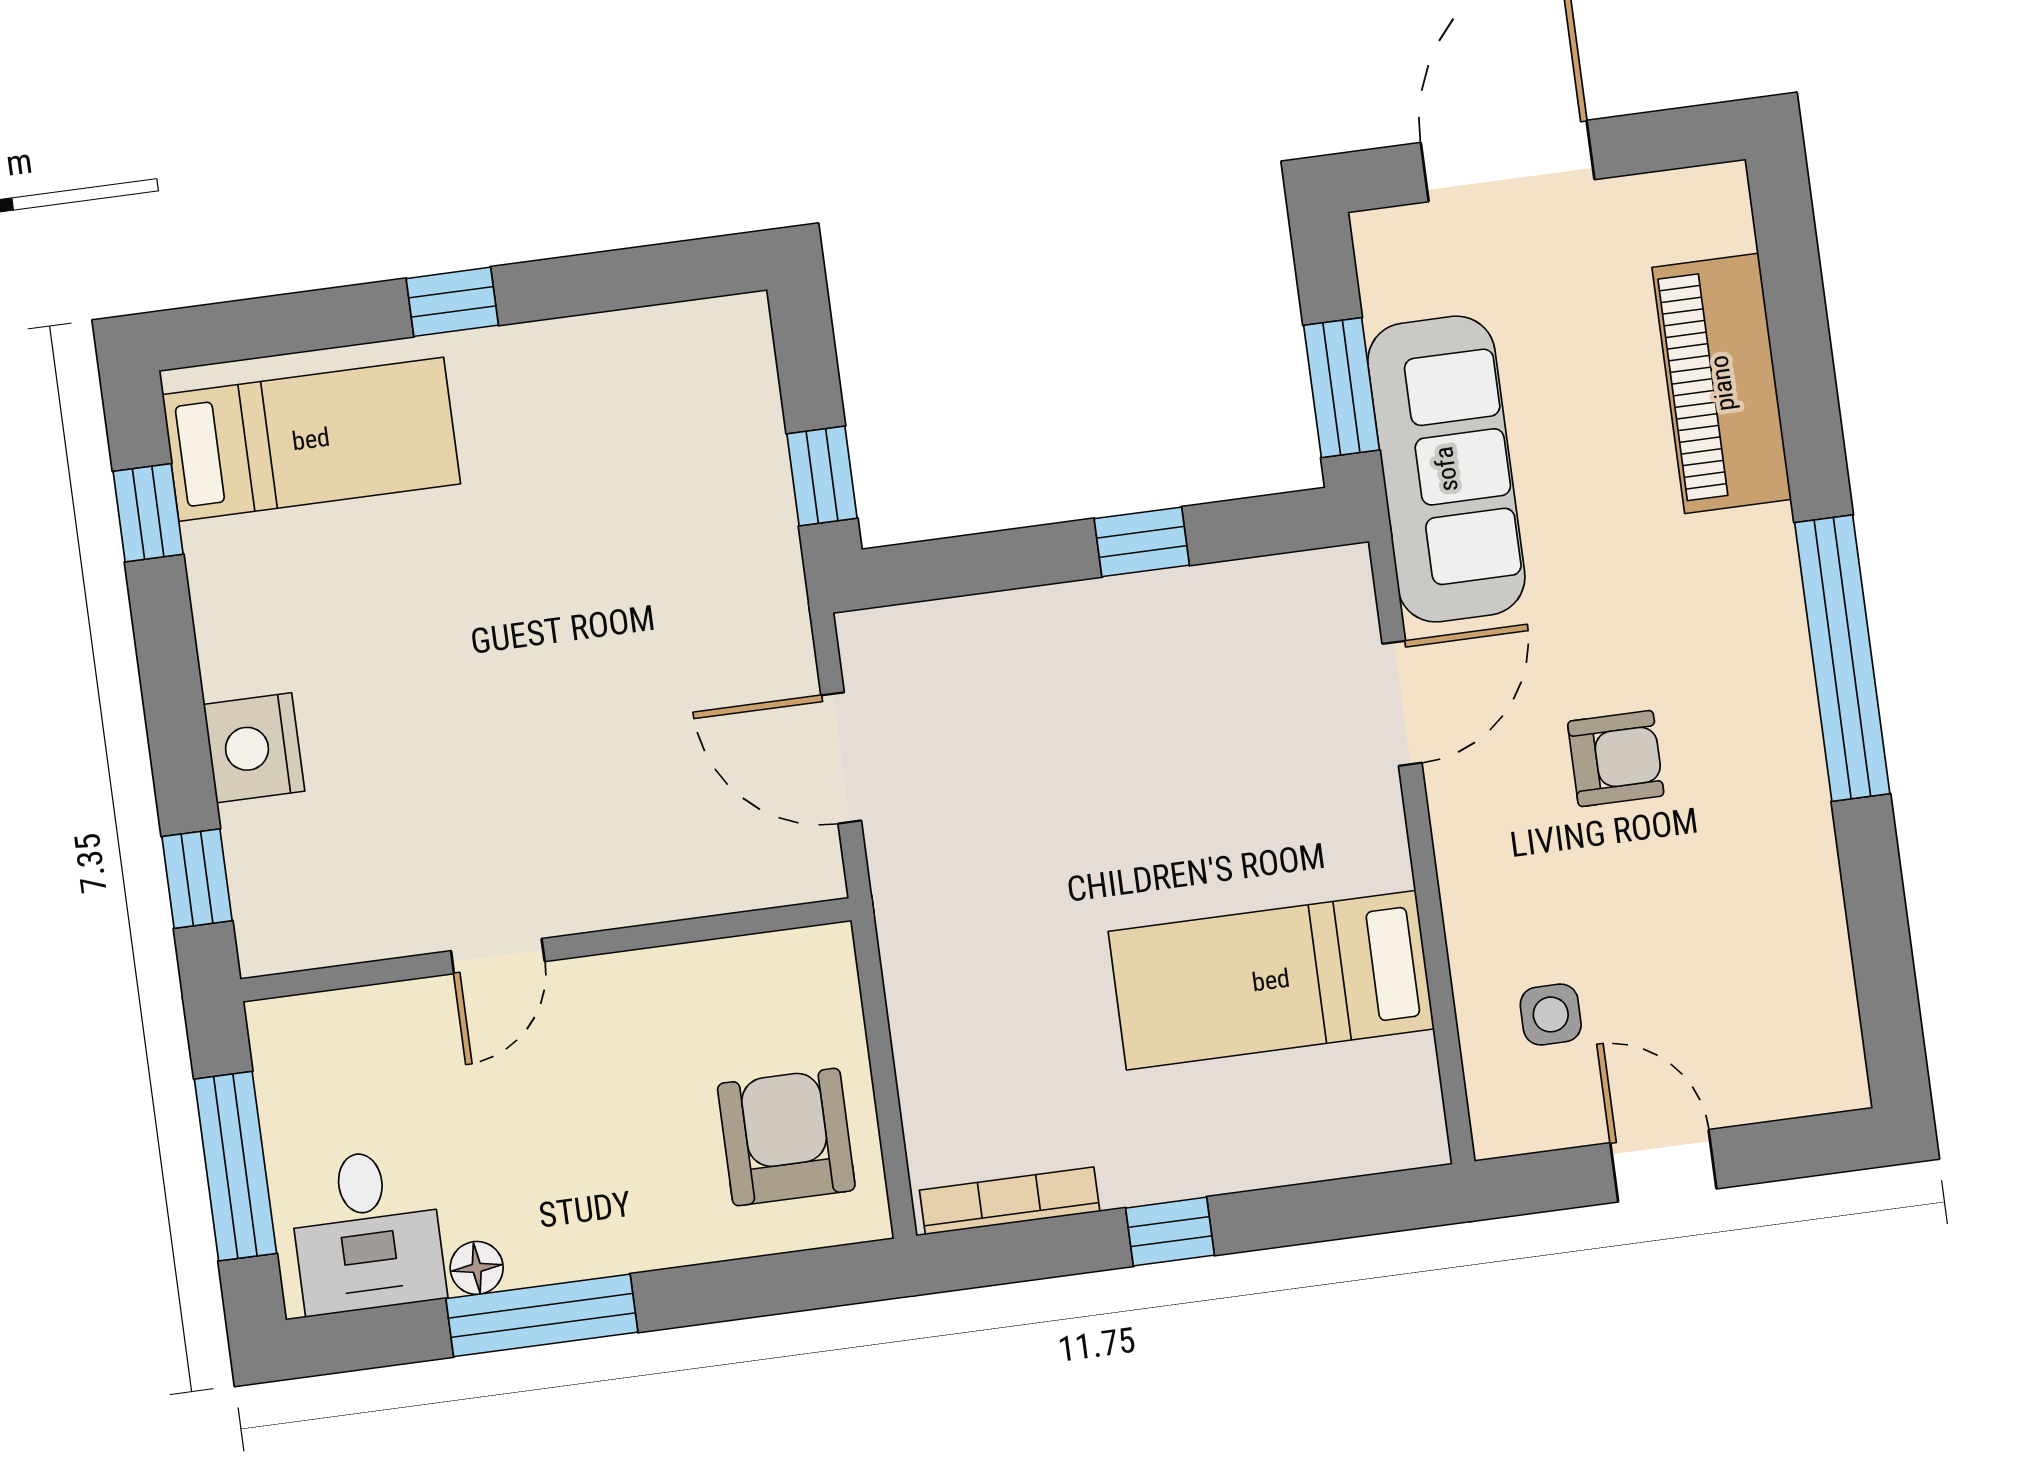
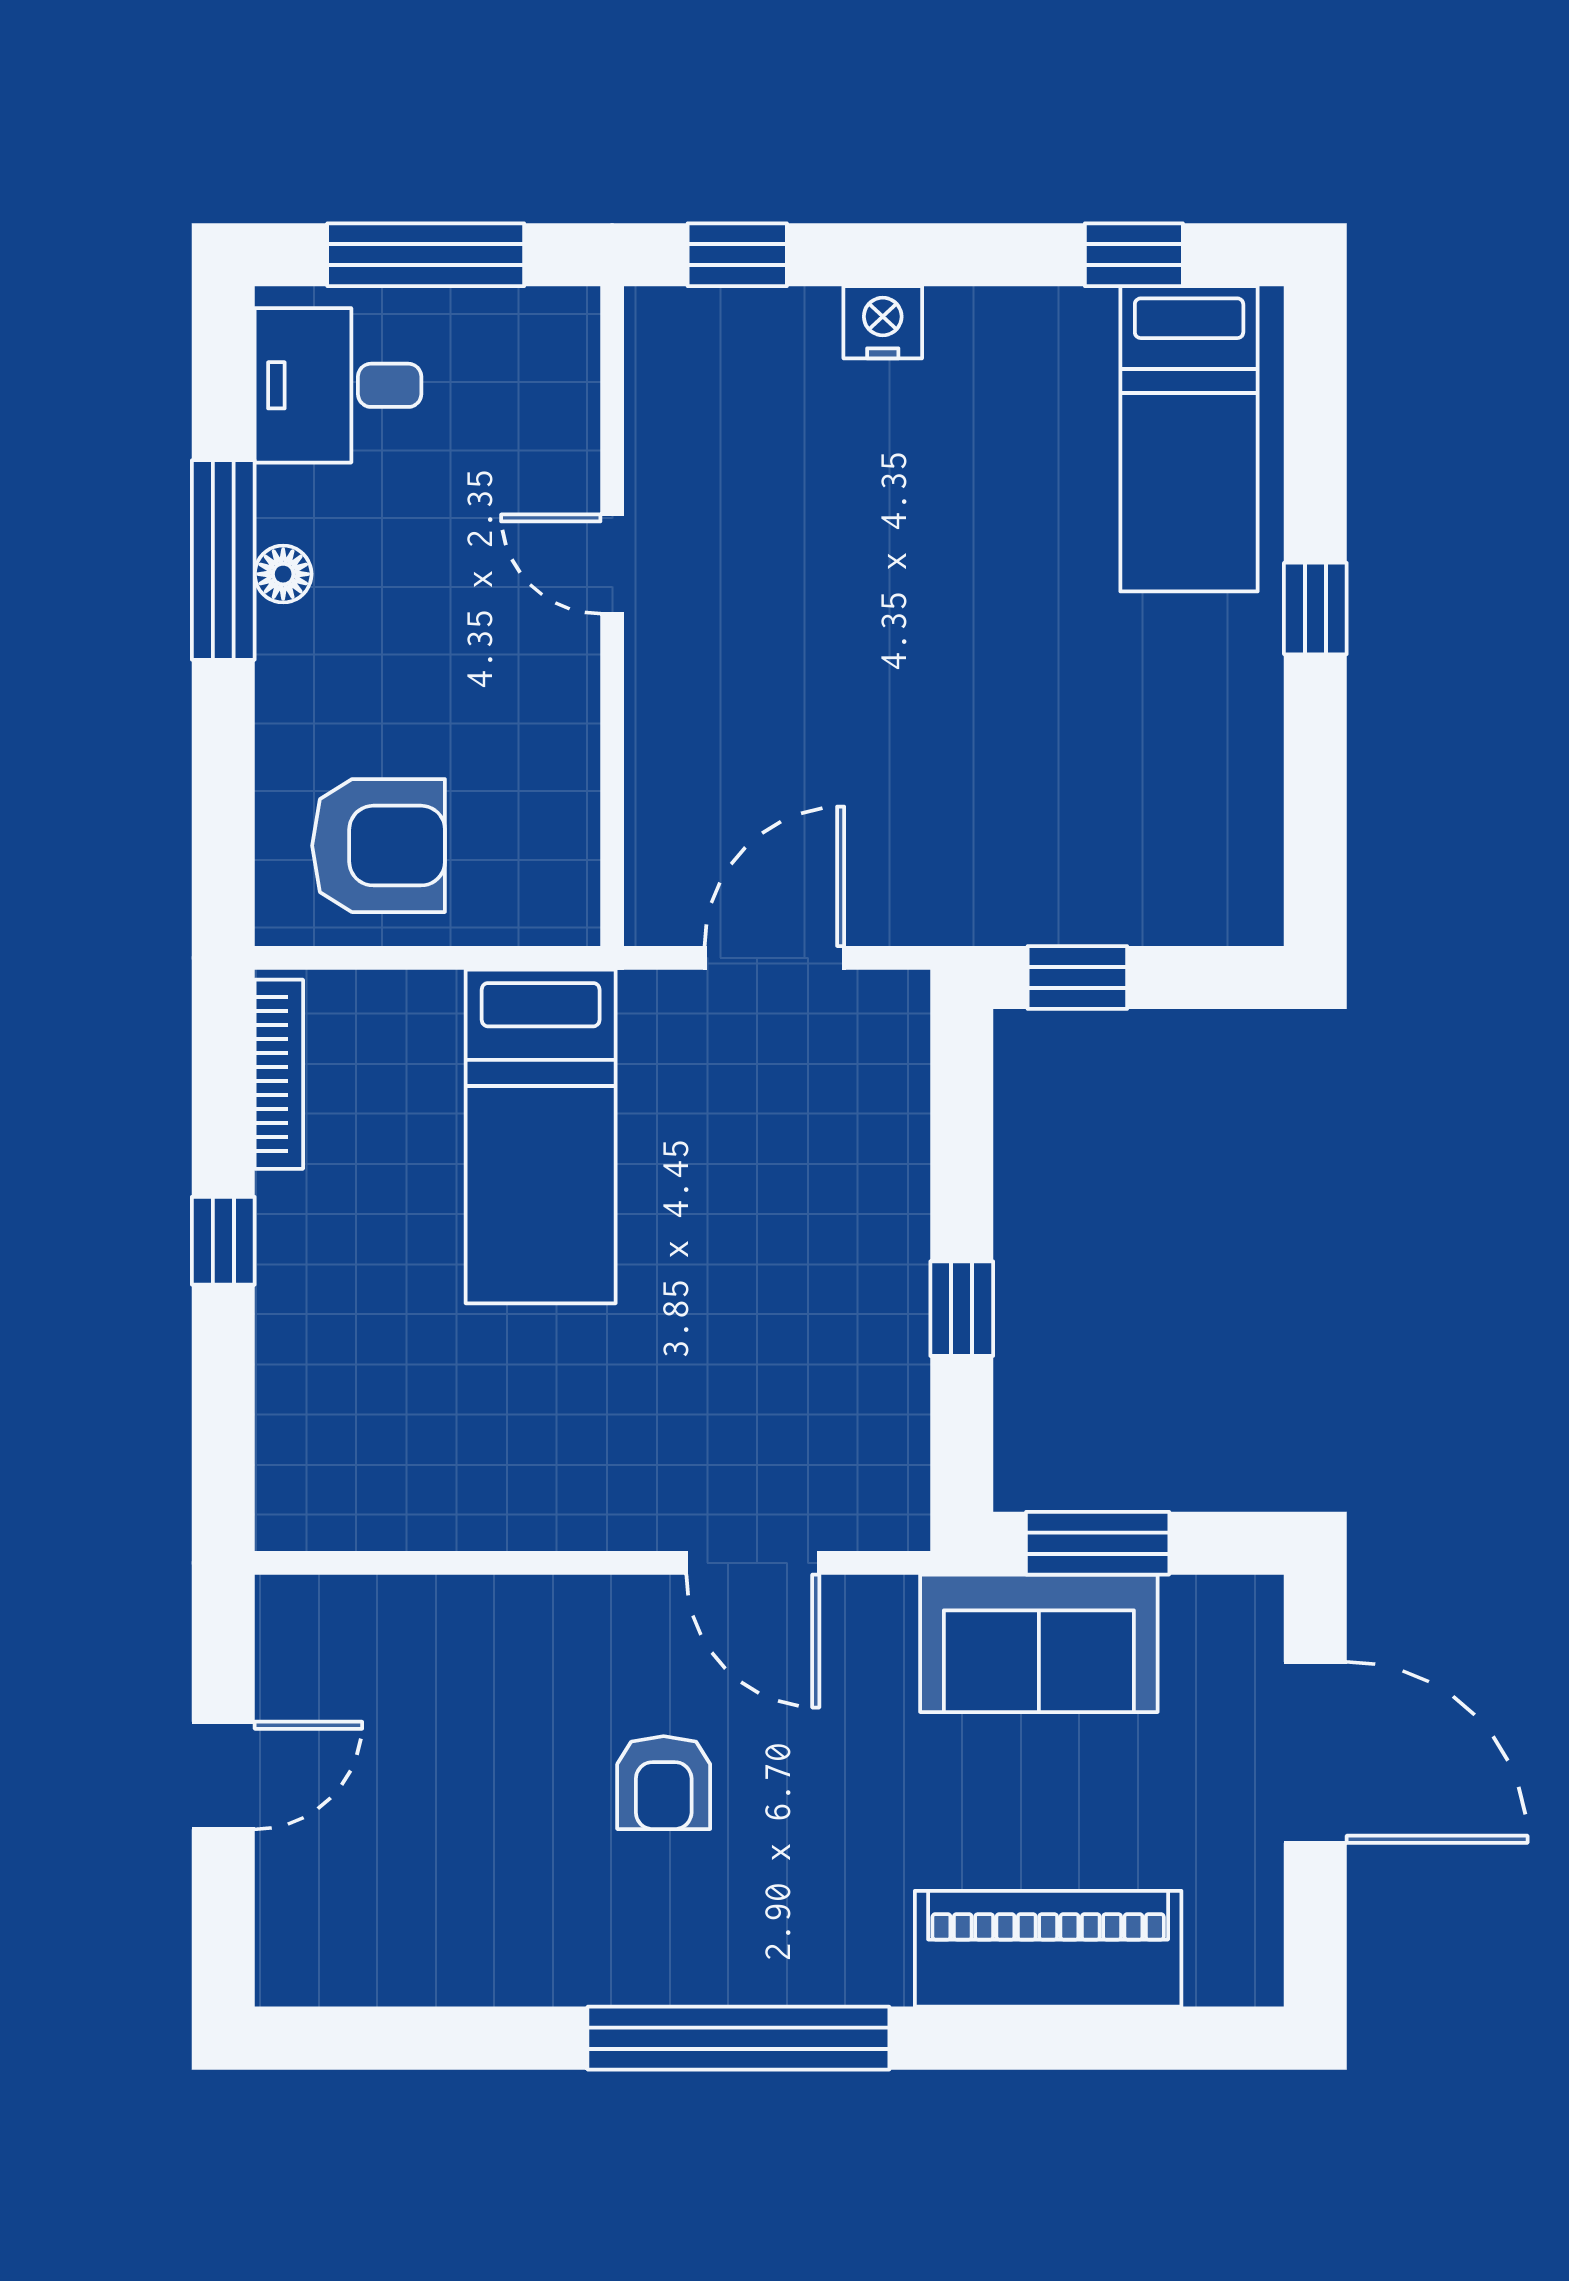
sofa: (1446, 469) -> (1039, 1643), width x0.73
nightstand: (254, 748) -> (883, 322), width x0.74, depth x0.75
bed: (1271, 980) -> (541, 1137), moved, turned 180
side table: (1551, 1014) -> (400, 1677), removed
floor lamp: (477, 1268) -> (283, 574), moved

